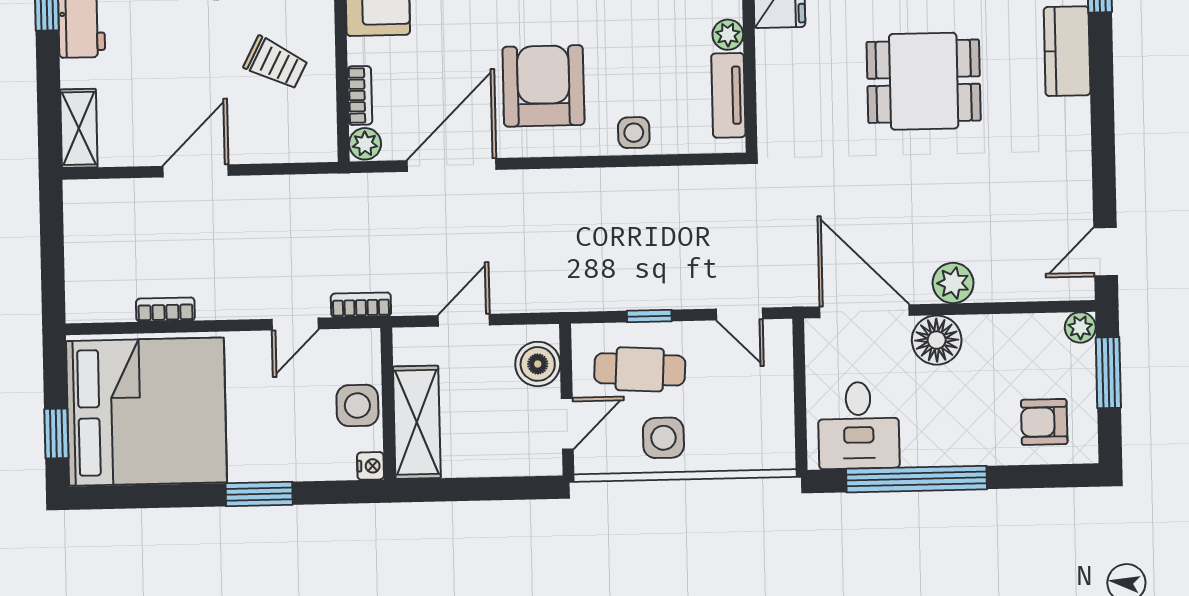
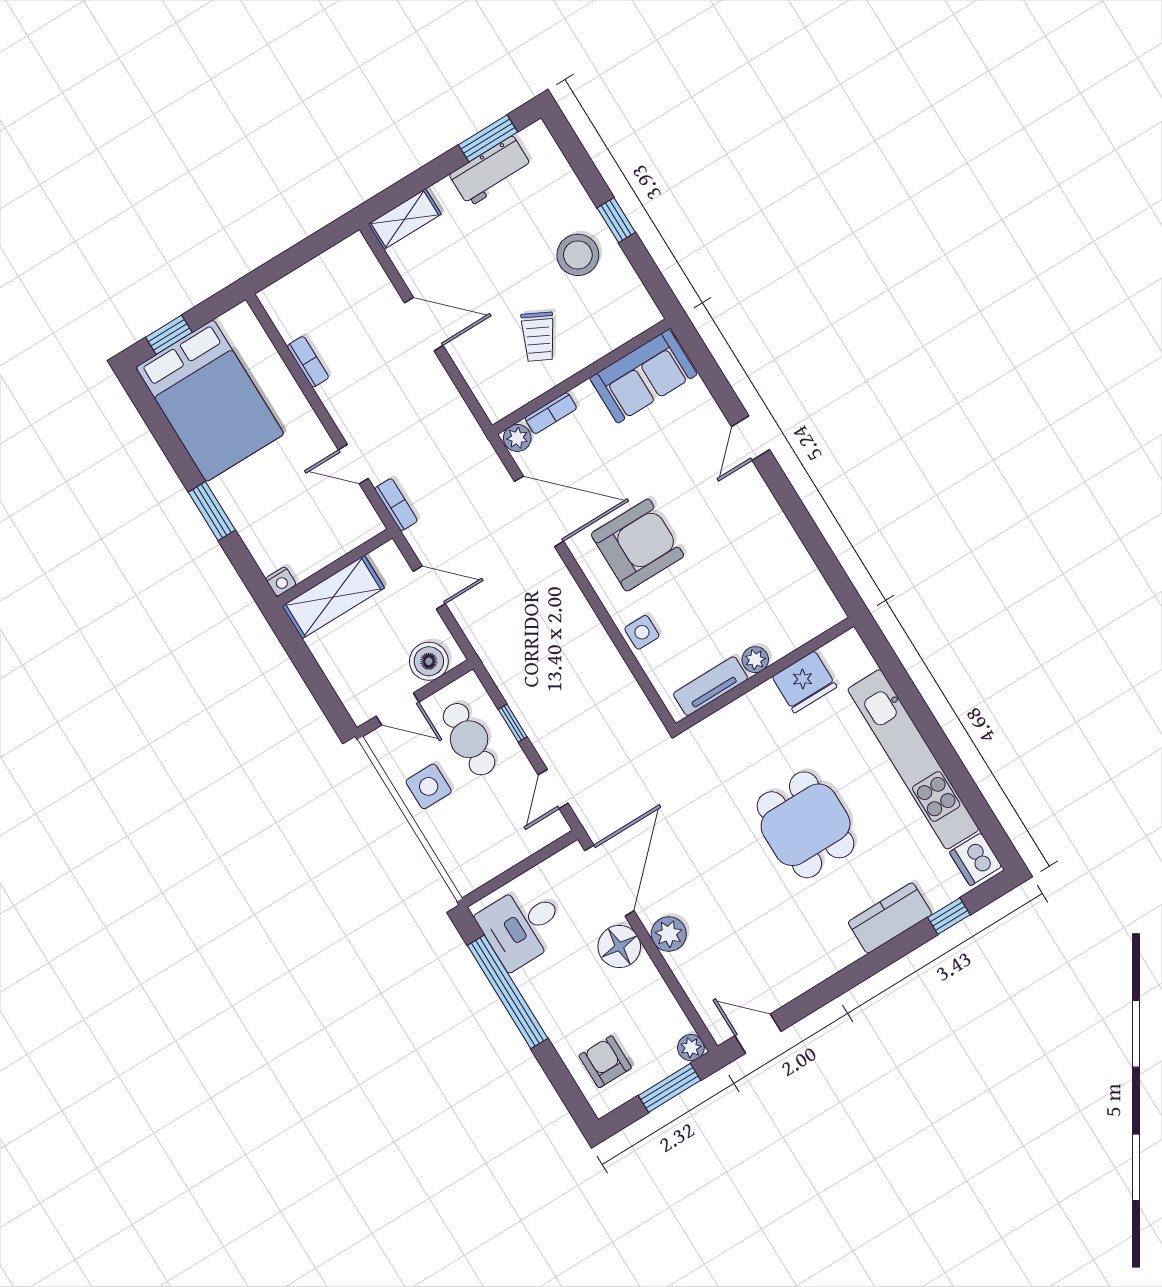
side table: (357, 405) -> (320, 546), removed
bed: (146, 412) -> (210, 401), width x0.73

